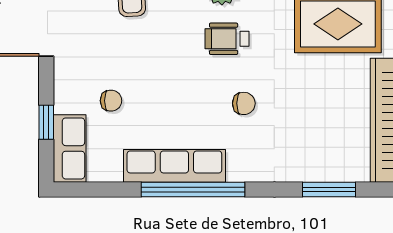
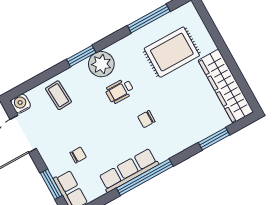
chair: (244, 103) -> (146, 119), turned 180
window: (46, 122) -> (51, 184), width x1.50

